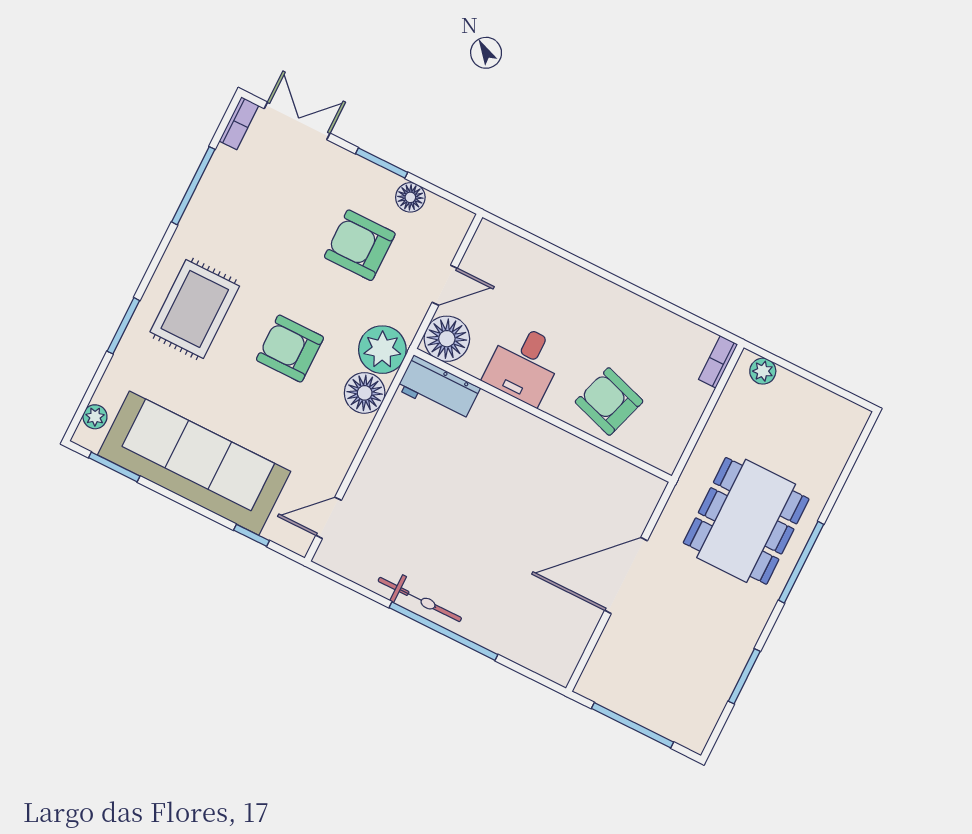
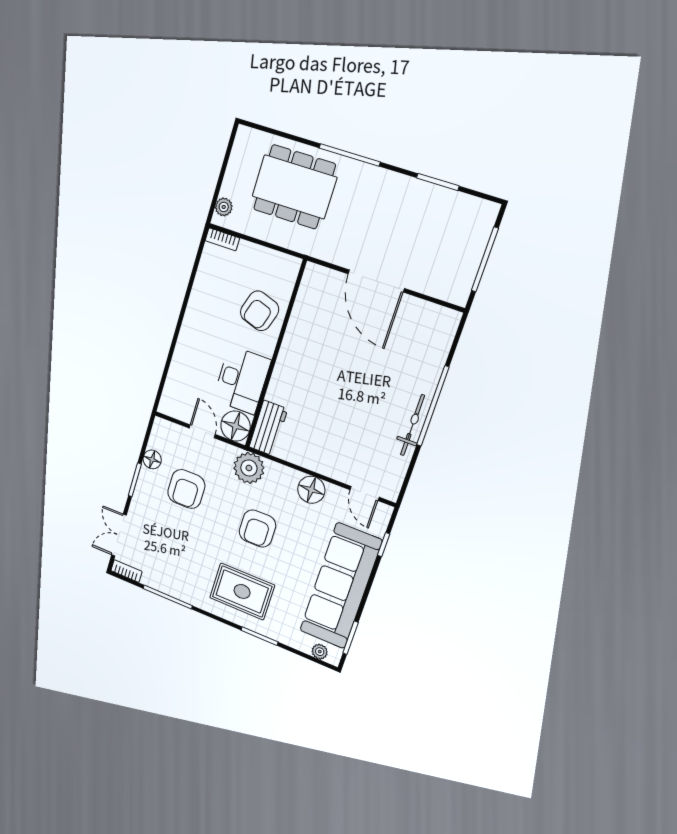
desk: (524, 364) -> (242, 380), width x1.37
floor lamp: (365, 393) -> (311, 490), moved
dining table: (746, 521) -> (294, 187), moved

